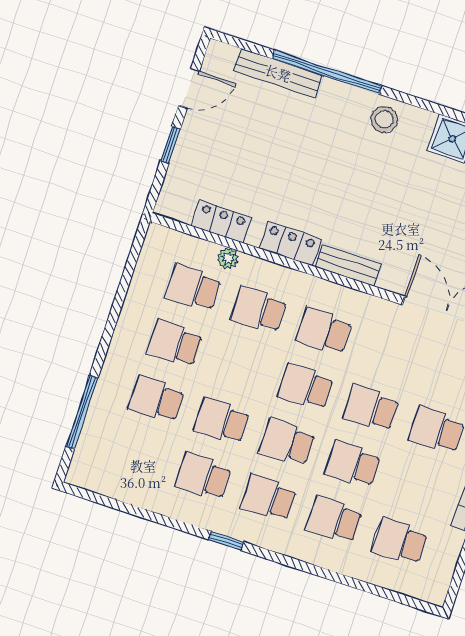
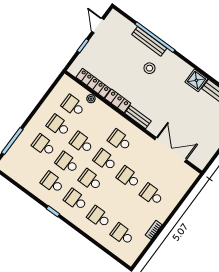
bench: (278, 73) -> (149, 41), moved
door: (189, 88) -> (98, 25), swing flipped
stool: (384, 119) -> (149, 68), moved
locker: (221, 222) -> (93, 83), width x1.53
school desk: (258, 309) -> (82, 143), moved
school desk: (352, 464) -> (114, 197), removed

